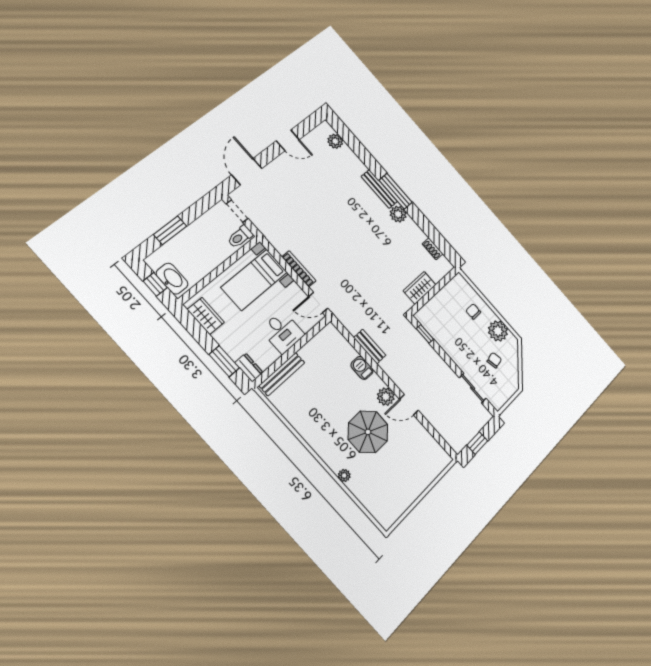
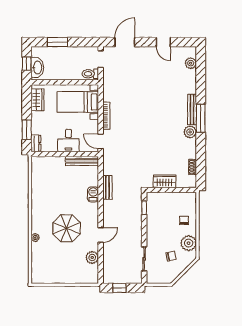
bench: (282, 374) -> (82, 161), moved
plant: (386, 397) -> (92, 257), moved
door: (409, 405) -> (101, 235), swing flipped

